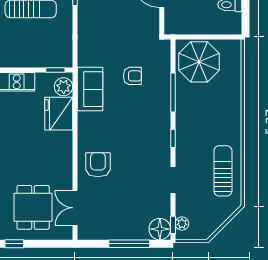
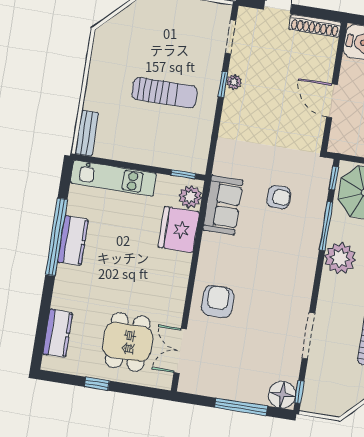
window: (173, 138) -> (334, 178), moved
doorway: (173, 180) -> (308, 336), width x1.38
plant: (182, 224) -> (340, 258), moved, width x1.88, depth x1.88

